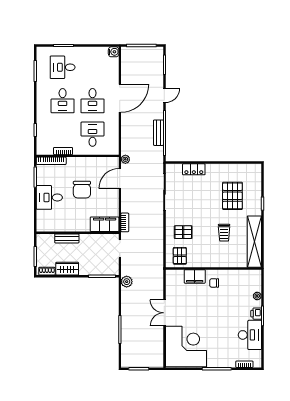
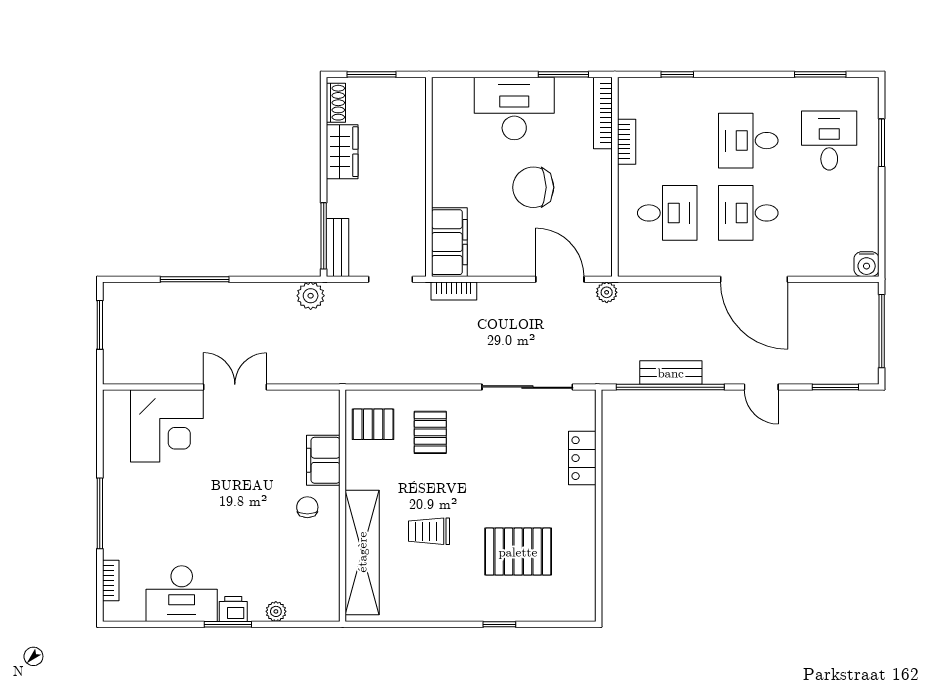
desk: (49, 197) -> (514, 108), width x1.37
bench: (67, 238) -> (337, 247), moved
shelving: (254, 242) -> (362, 552), moved, turned 90
corner desk: (186, 346) -> (167, 426), width x0.74, depth x0.74

